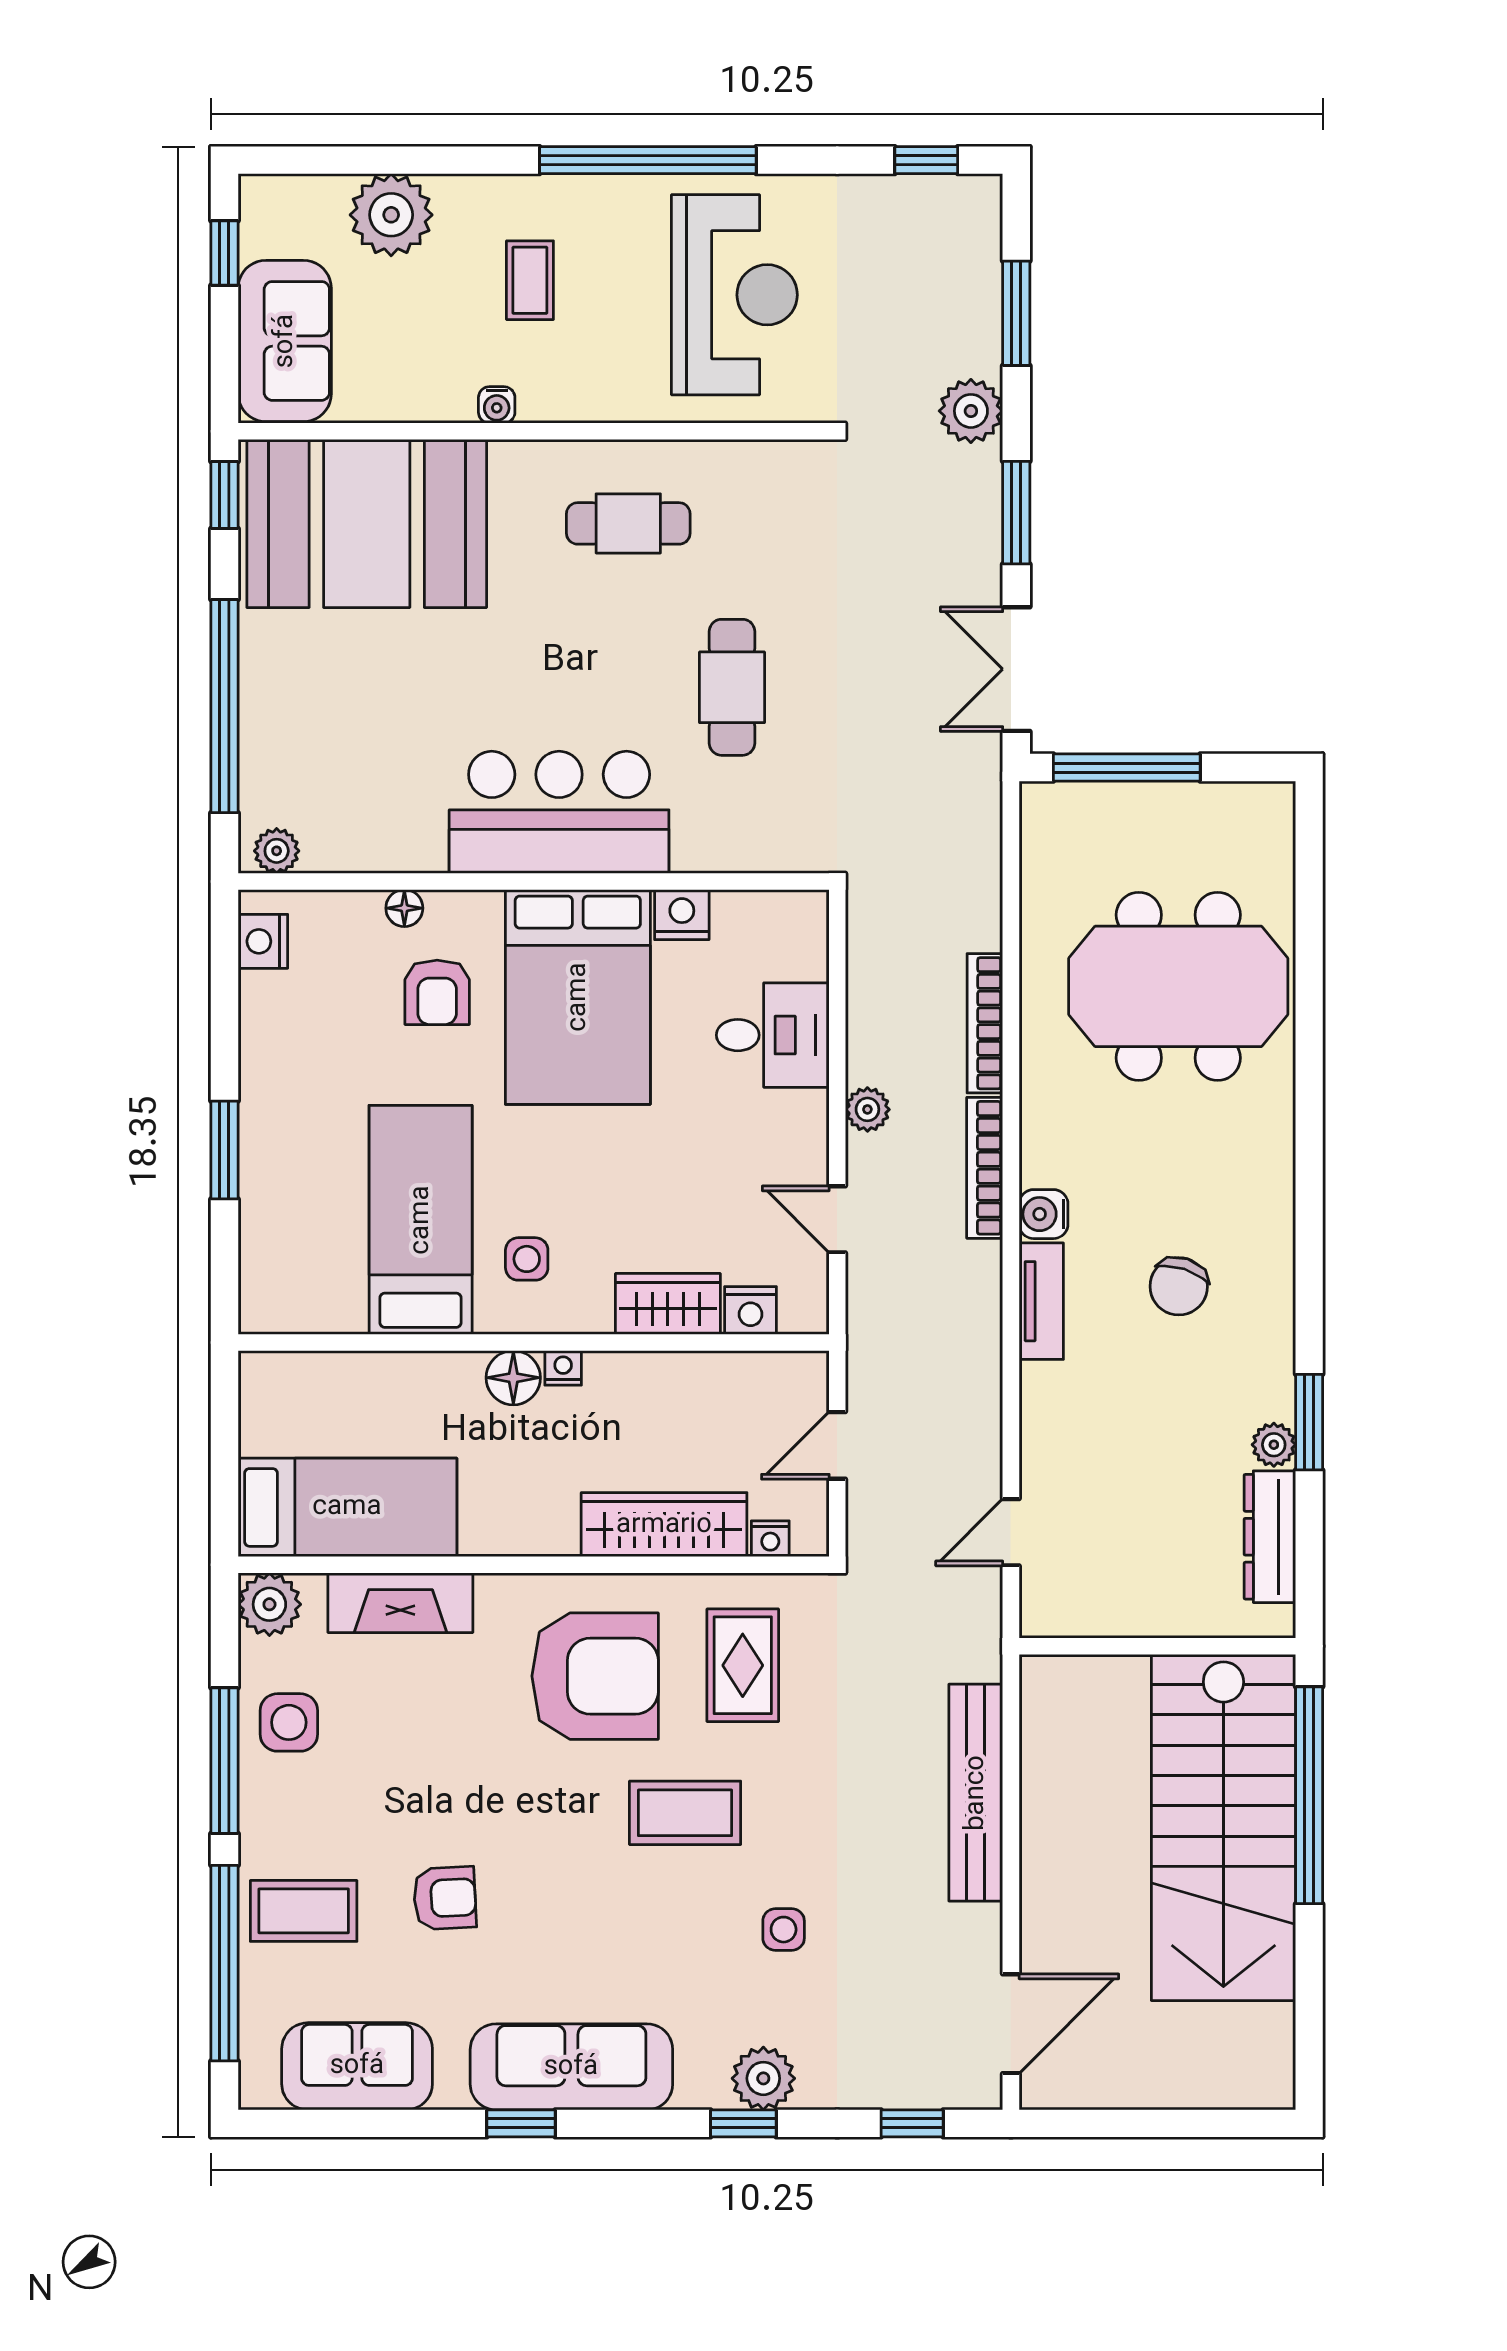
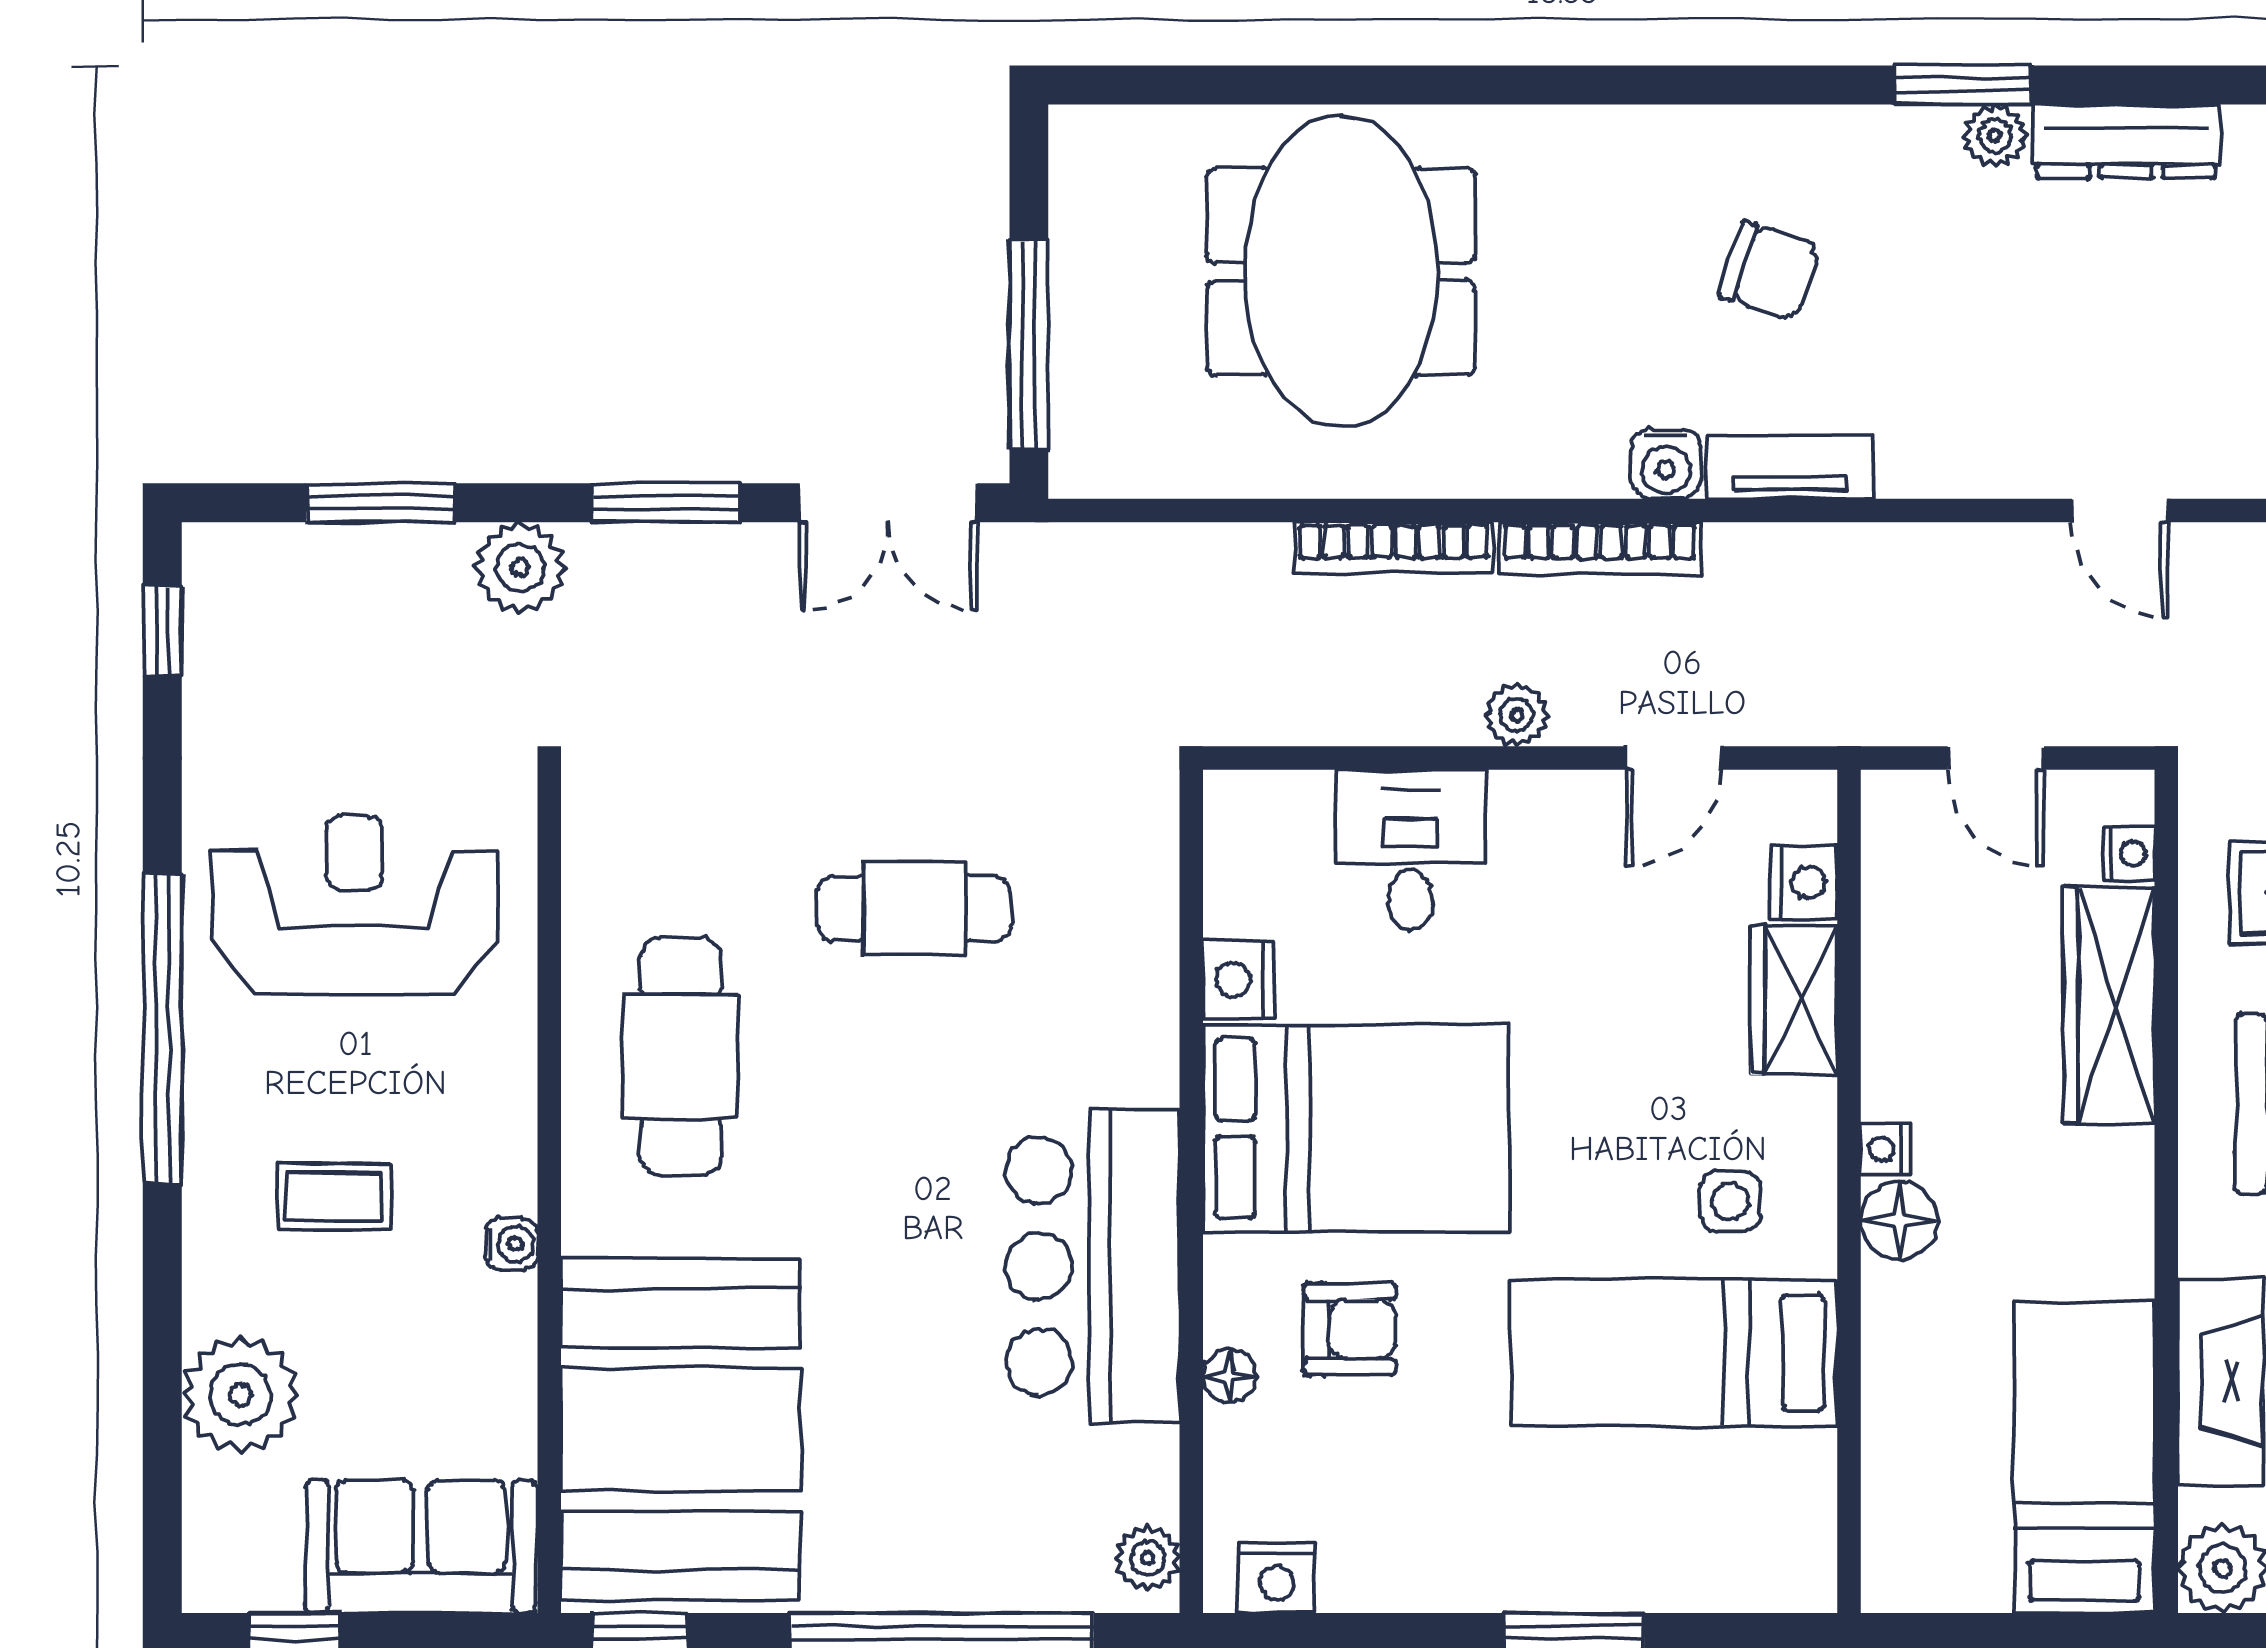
cafe table: (628, 523) -> (681, 1056), width x1.37, depth x1.35
bar counter: (559, 812) -> (1093, 1266), moved

